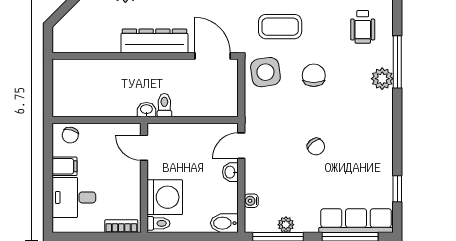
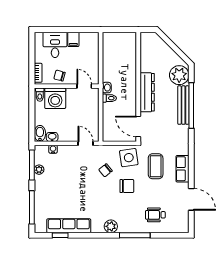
door: (213, 56) -> (138, 127), swing flipped
plant: (382, 79) -> (111, 226), moved
chair: (70, 135) -> (60, 76), moved
chair: (316, 147) -> (105, 170), moved
door: (144, 148) -> (84, 86), hinge flipped
washbasin: (230, 172) -> (52, 137), moved
row of seats: (356, 221) -> (69, 226), moved, turned -90

